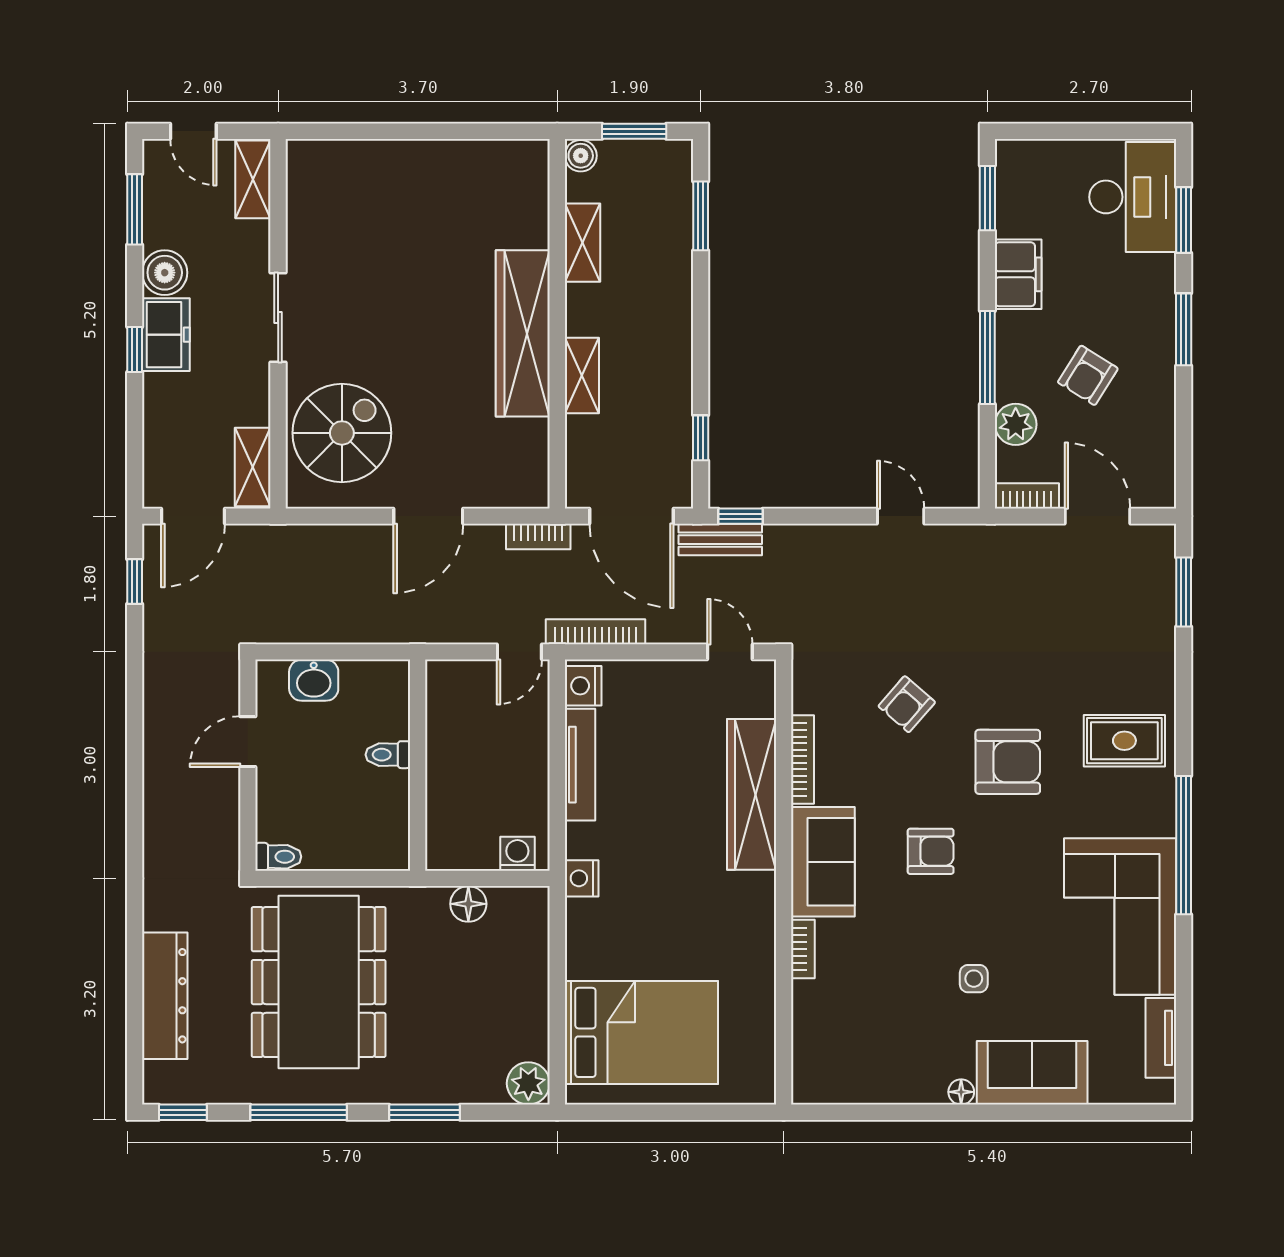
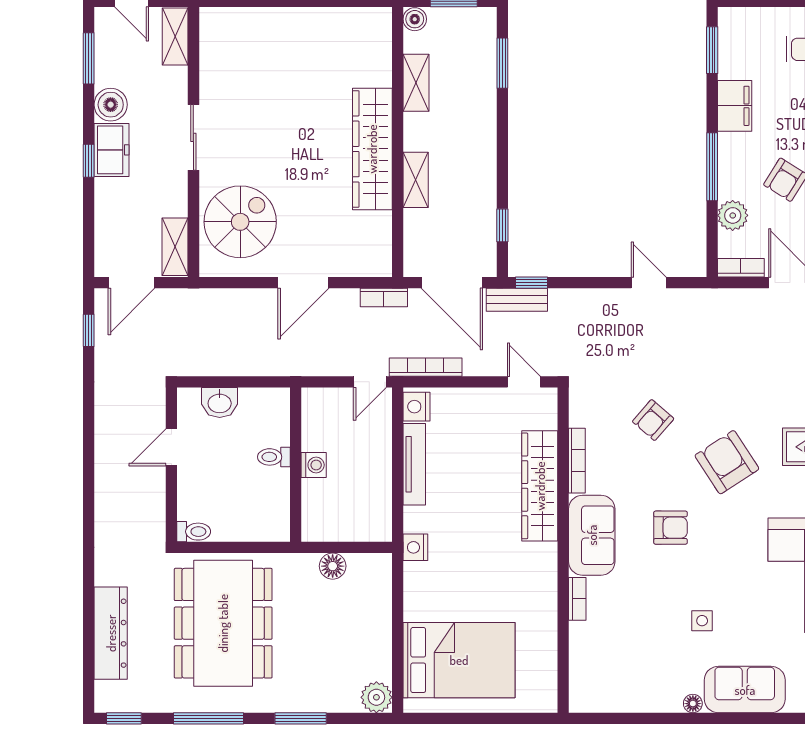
armchair: (1008, 762) -> (727, 462), turned -123
washing machine: (517, 854) -> (314, 465), moved, turned 90

